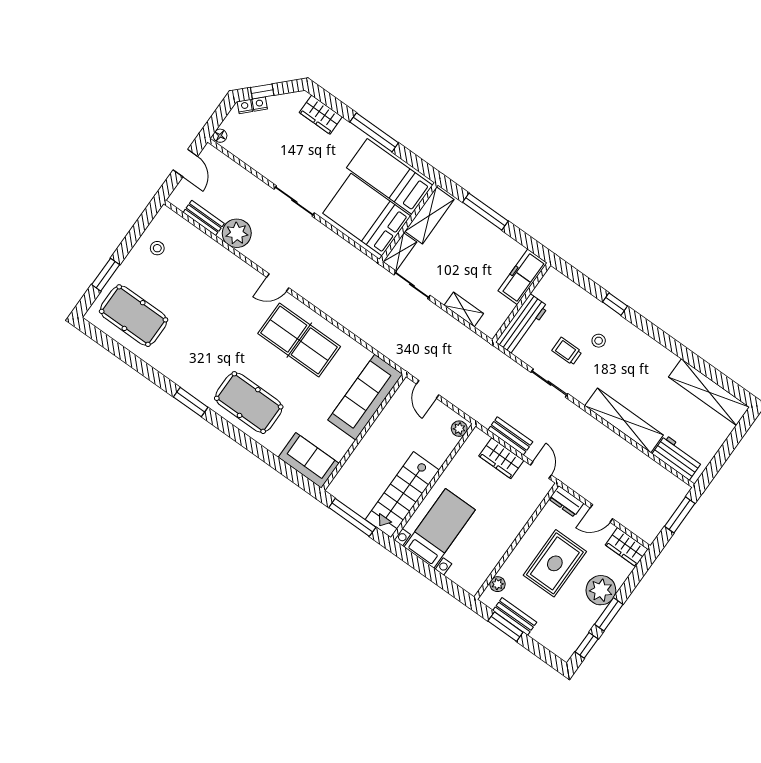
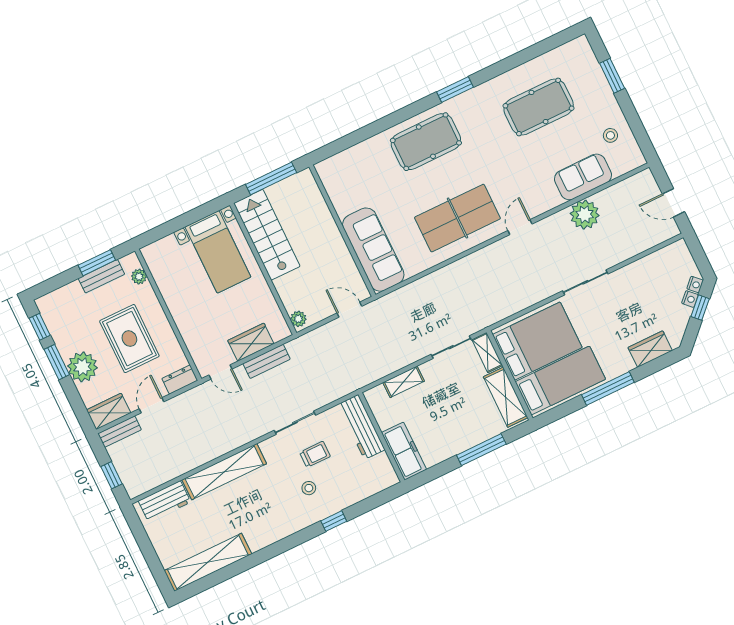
floor lamp: (220, 136) -> (681, 248), removed
bench: (204, 218) -> (120, 432), moved
pool table: (134, 316) -> (539, 107), moved
sofa: (309, 460) -> (583, 177), moved, turned 180
window: (680, 515) -> (111, 475), width x0.67

